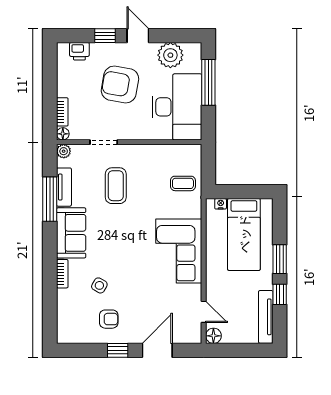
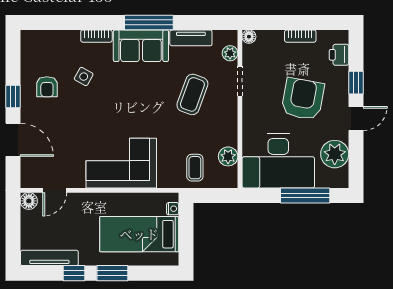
bookcase: (62, 112) -> (300, 36), moved
plant: (64, 151) -> (230, 53), moved
plant: (173, 153) -> (228, 156), added
coffee table: (116, 186) -> (192, 94), turned -70
window: (50, 199) -> (149, 22), moved

